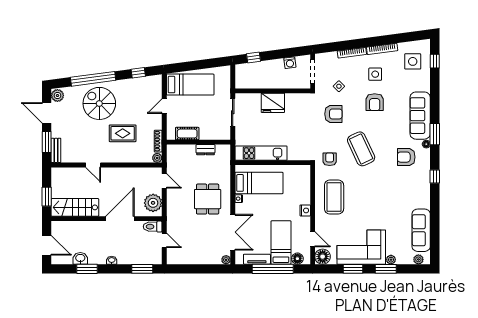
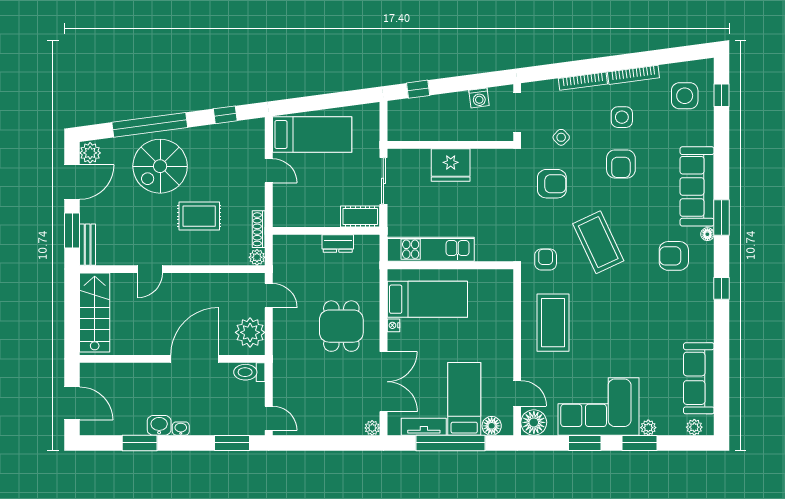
spiral stairs: (99, 103) -> (160, 166), turned -90
door: (164, 106) -> (269, 171), swing flipped
door: (47, 113) -> (72, 182), swing flipped
cot: (187, 134) -> (360, 216), moved
door: (93, 165) -> (150, 269), hinge flipped
window: (47, 197) -> (72, 322), removed
stairs: (75, 207) -> (95, 313), moved, turned 90
nightstand: (305, 210) -> (505, 345), removed
door: (164, 240) -> (269, 418), moved
washbasin: (80, 258) -> (159, 425), moved

